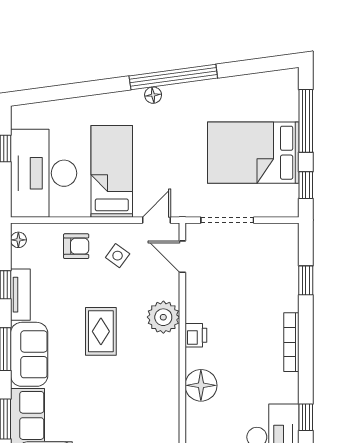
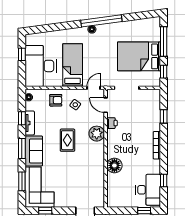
printer: (196, 335) -> (112, 123), moved

